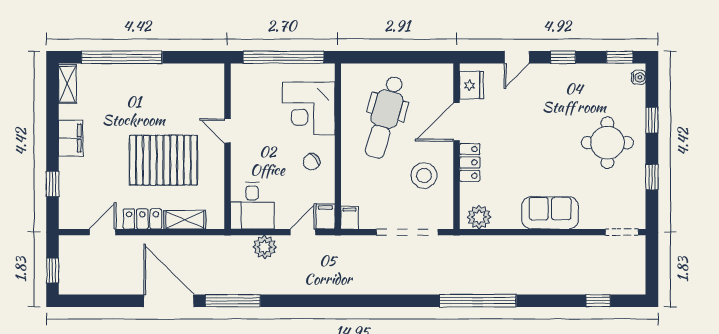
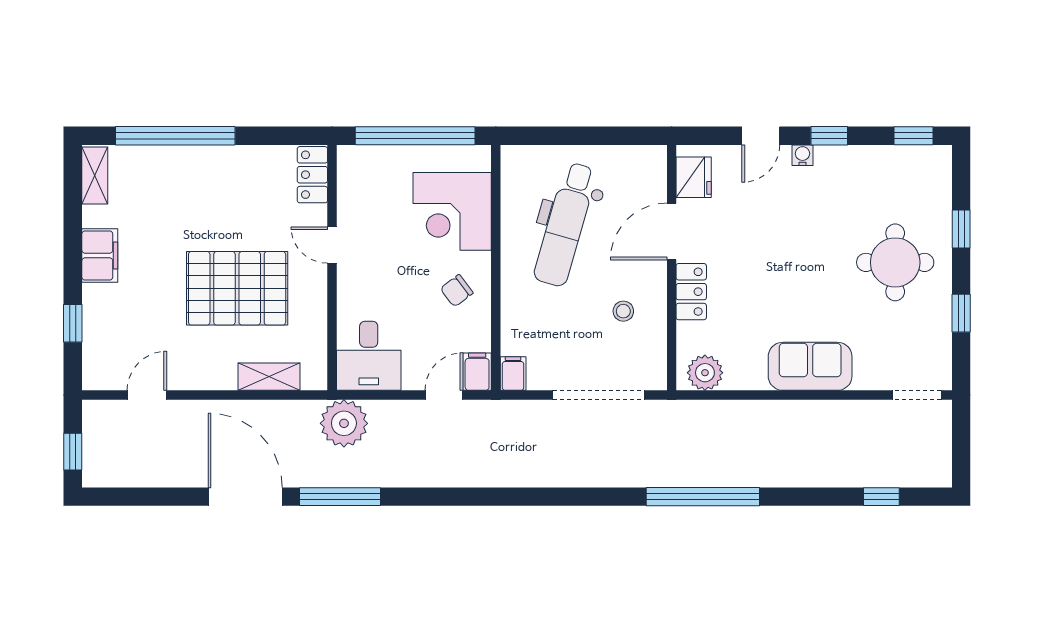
water cooler: (639, 77) -> (802, 155), moved, turned -90
stool: (424, 176) -> (623, 311), width x0.53, depth x0.53
locker: (142, 219) -> (312, 175), moved, turned -90
plant: (265, 247) -> (344, 423), moved, width x1.36, depth x1.36

